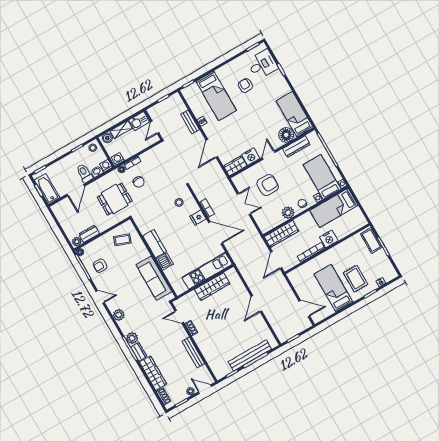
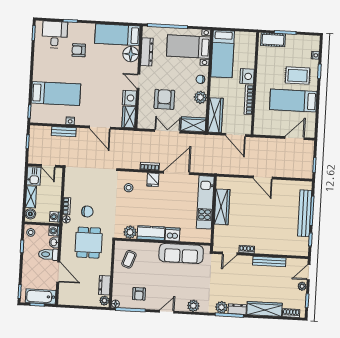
armchair: (245, 85) -> (79, 50), moved
wardrobe: (263, 221) -> (193, 124), added
plant: (144, 227) -> (130, 232), added

